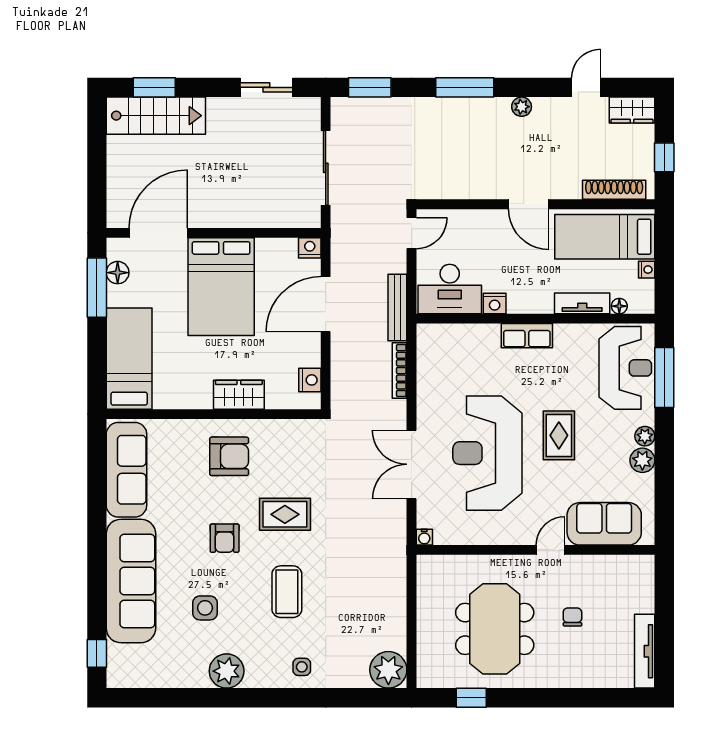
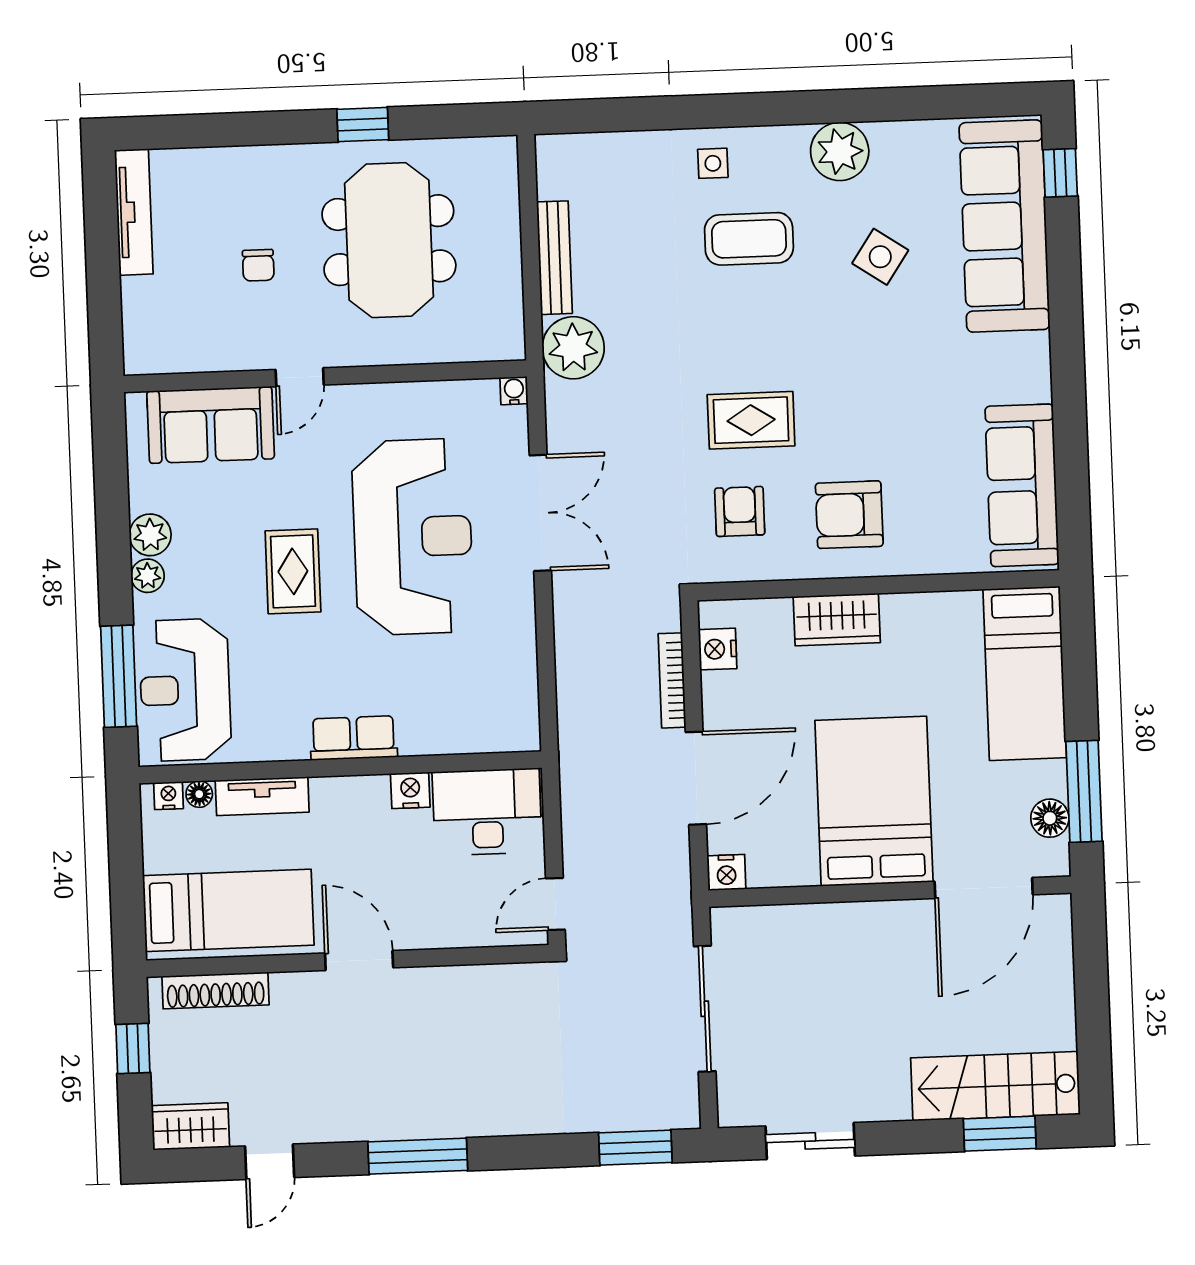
window: (465, 87) -> (418, 1156), moved
plant: (522, 107) -> (377, 1125), removed
nightstand: (647, 270) -> (168, 796), moved, turned 90
bench: (397, 307) -> (554, 258), moved
bookcase: (400, 371) -> (672, 680), moved, turned 180
armchair: (225, 538) -> (740, 511), moved
sofa: (131, 581) -> (1005, 226), moved
coffee table: (287, 592) -> (749, 239), moved, turned 90
side table: (205, 608) -> (880, 257), turned 34
plant: (388, 670) -> (573, 348), moved
window: (471, 698) -> (363, 124), moved

